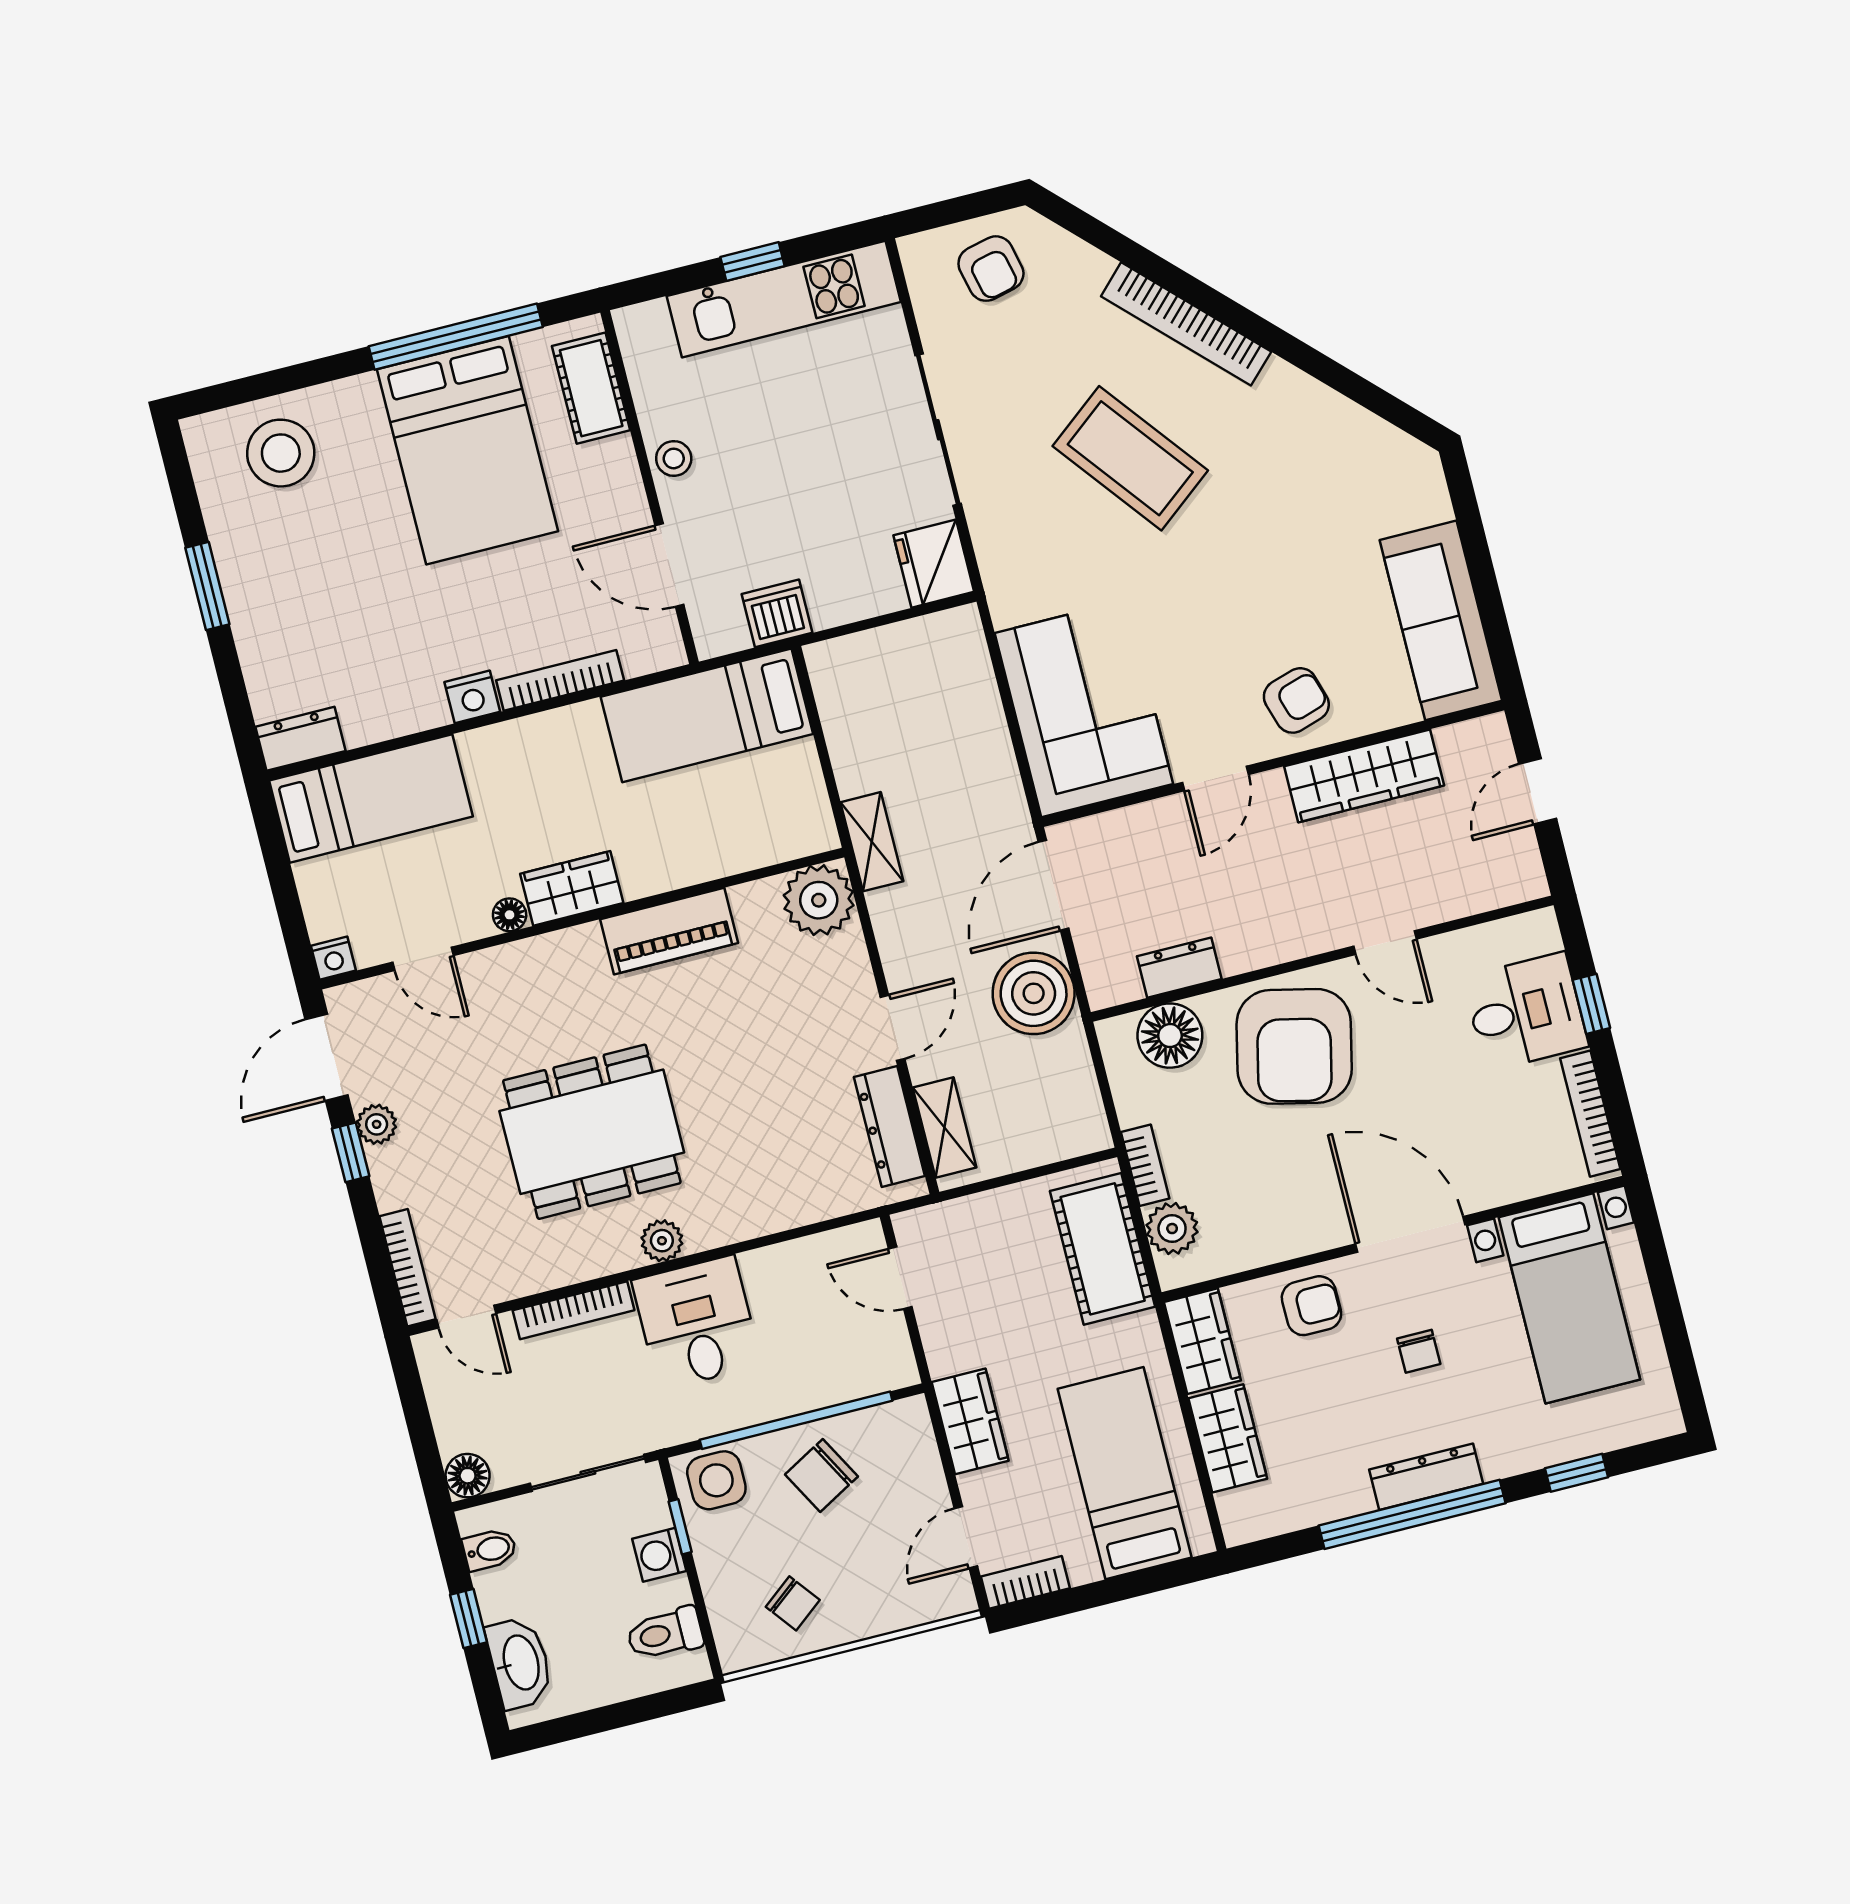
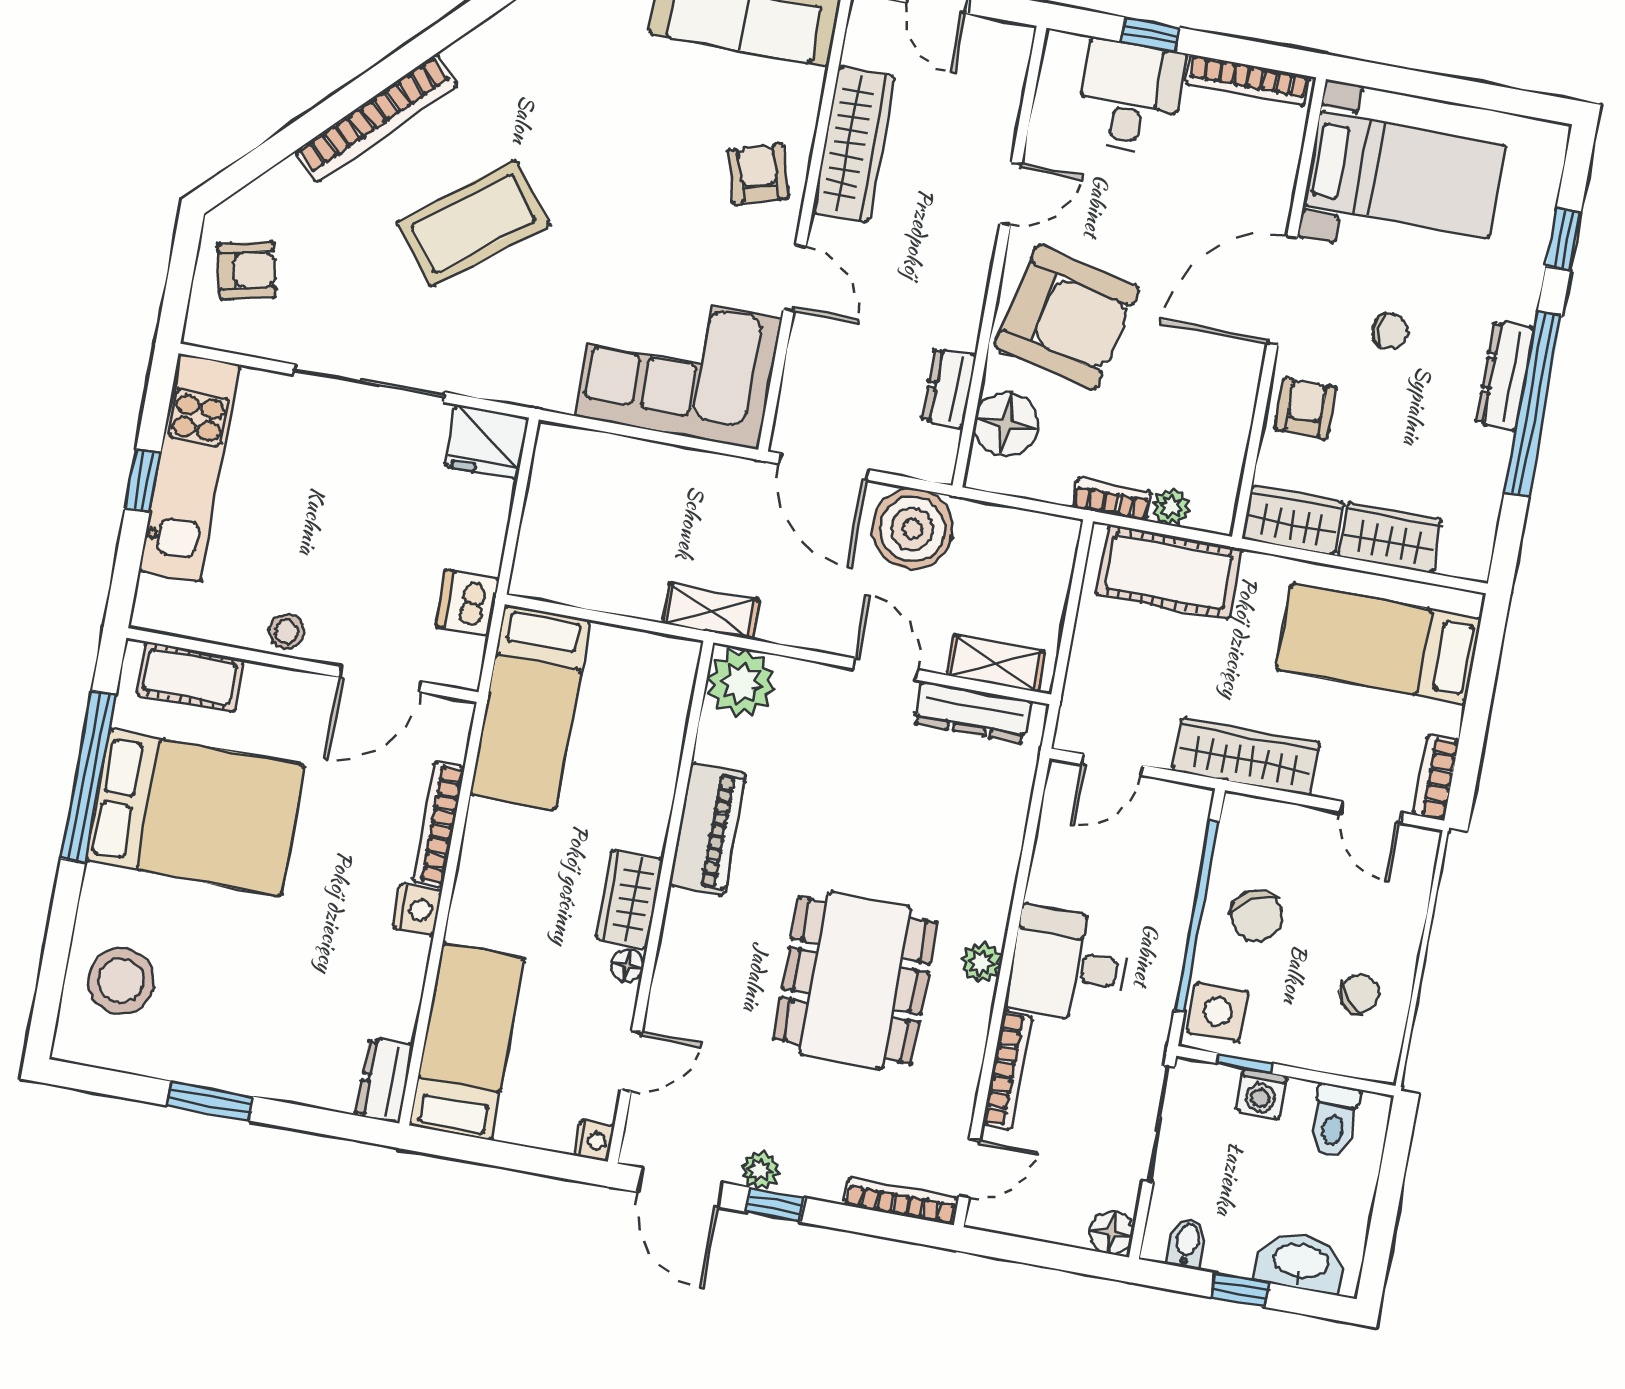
plant: (1172, 1229) -> (1171, 507), width x0.73, depth x0.73
wardrobe: (970, 1421) -> (1246, 757), width x1.50

